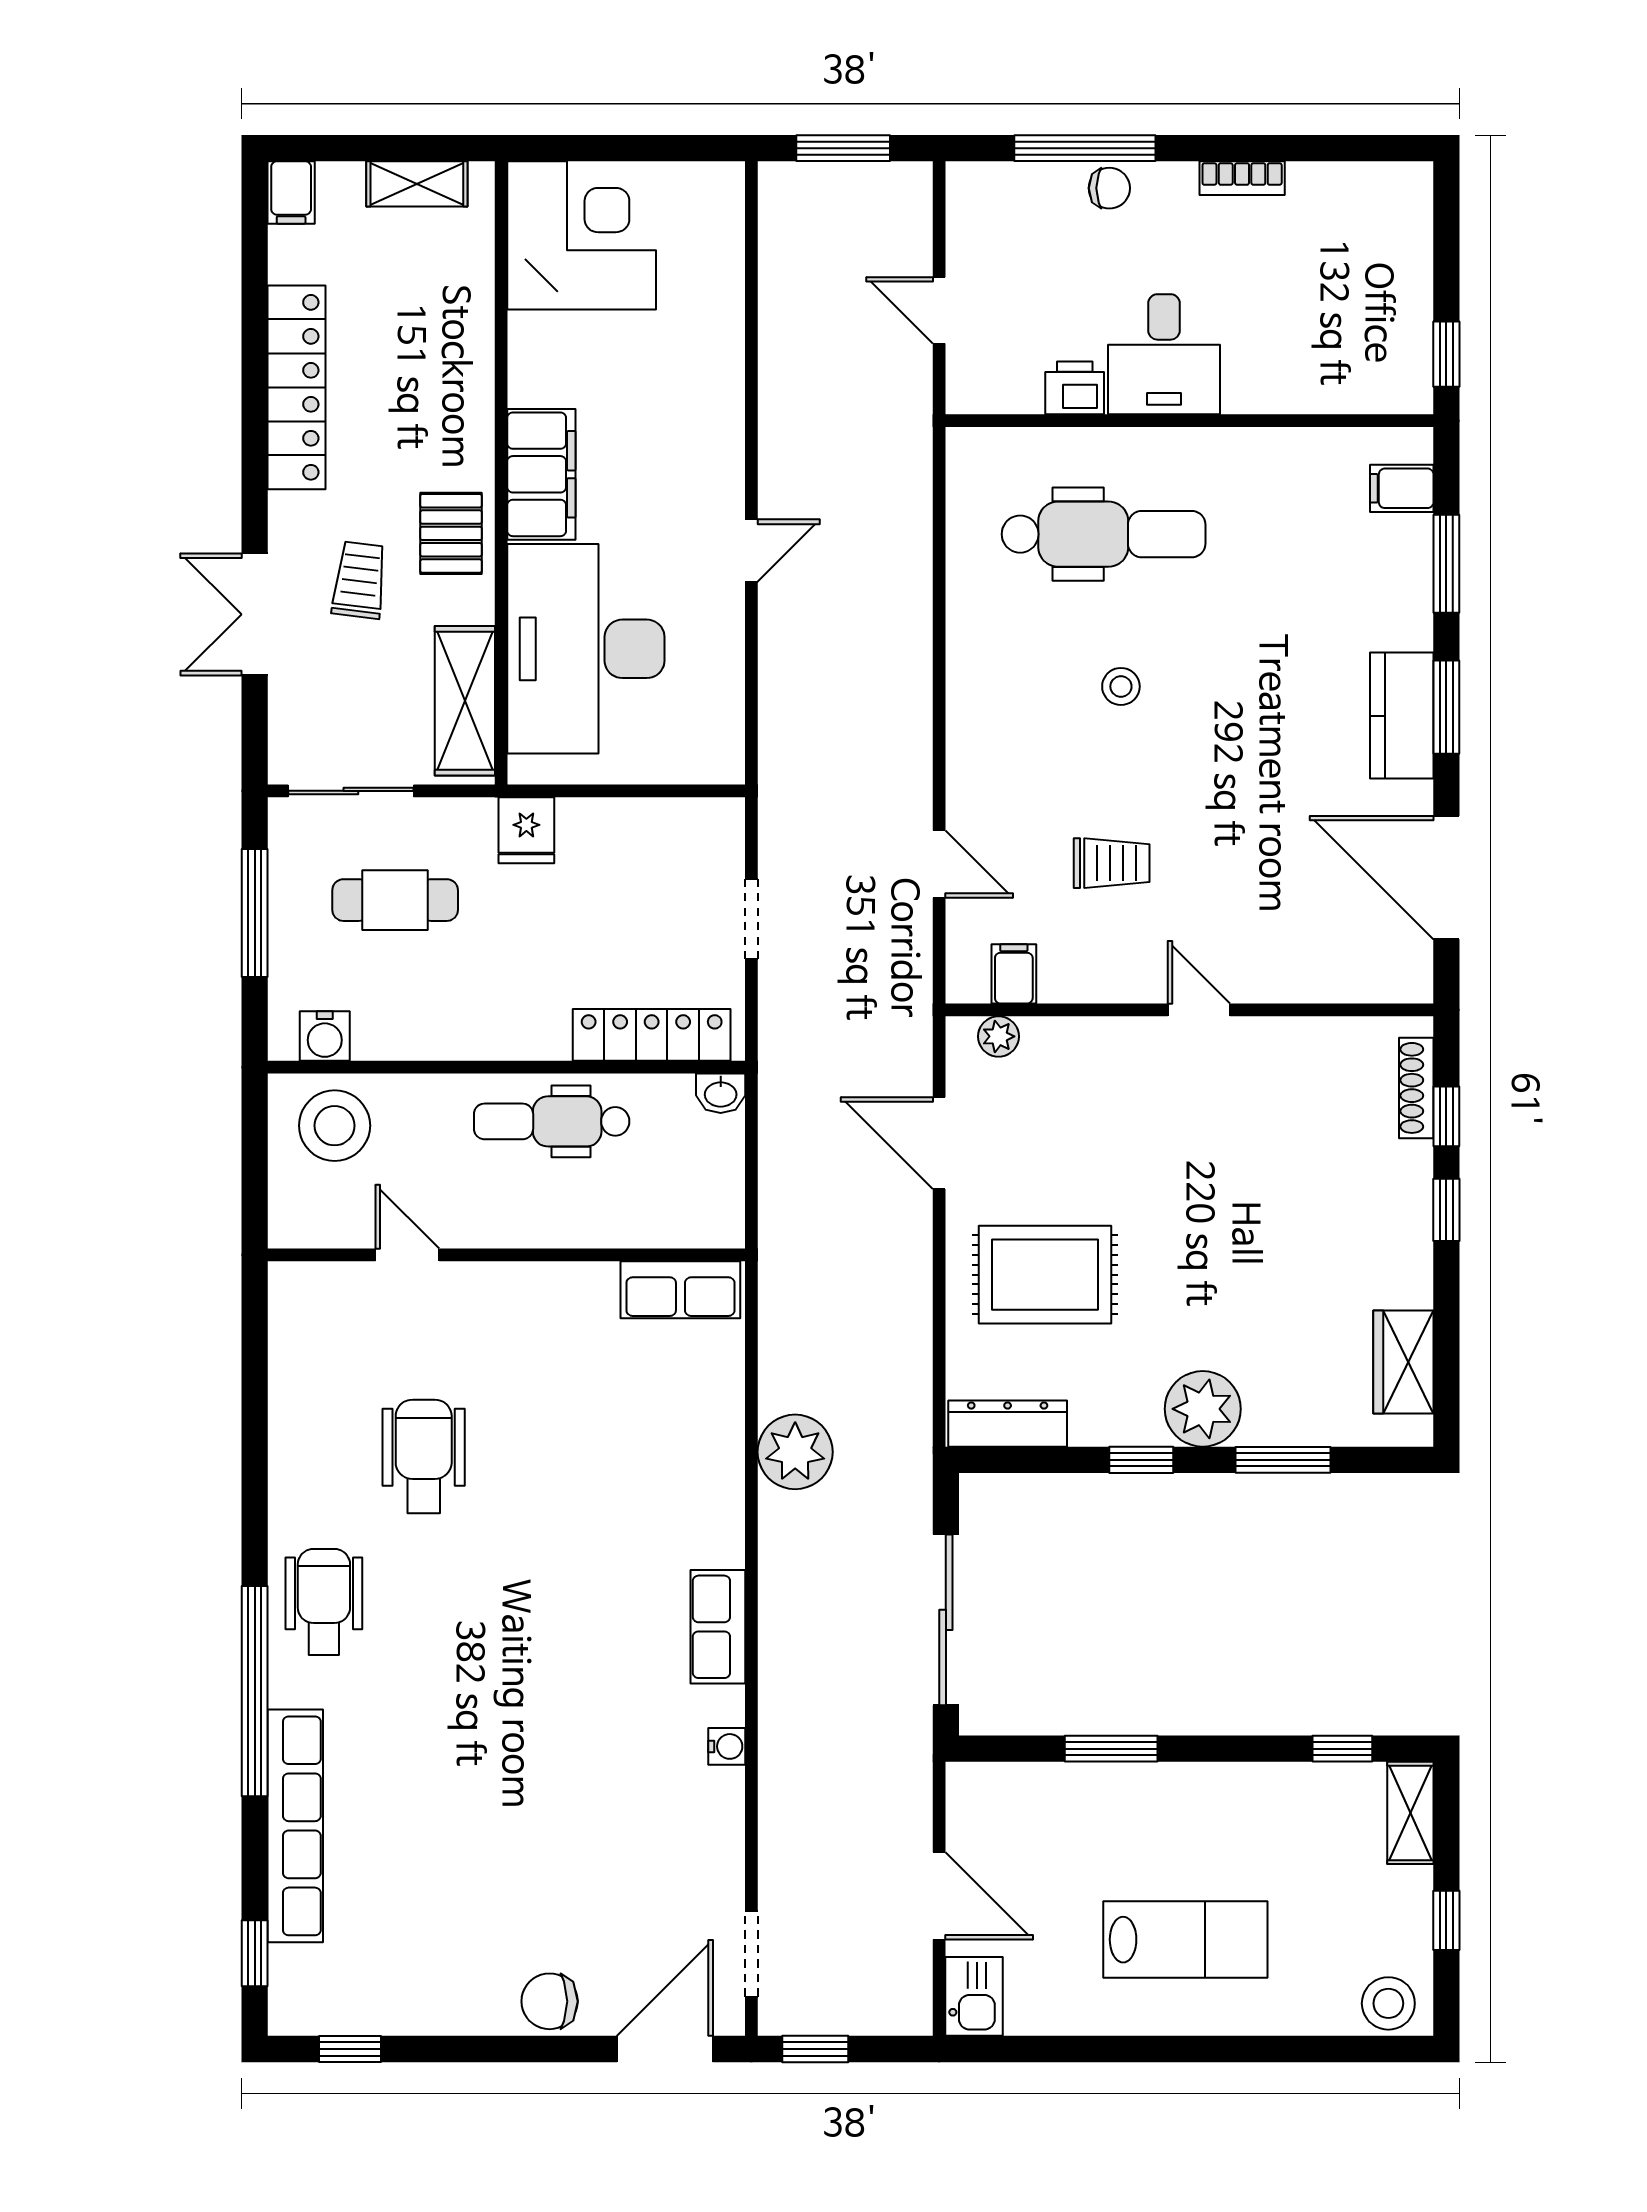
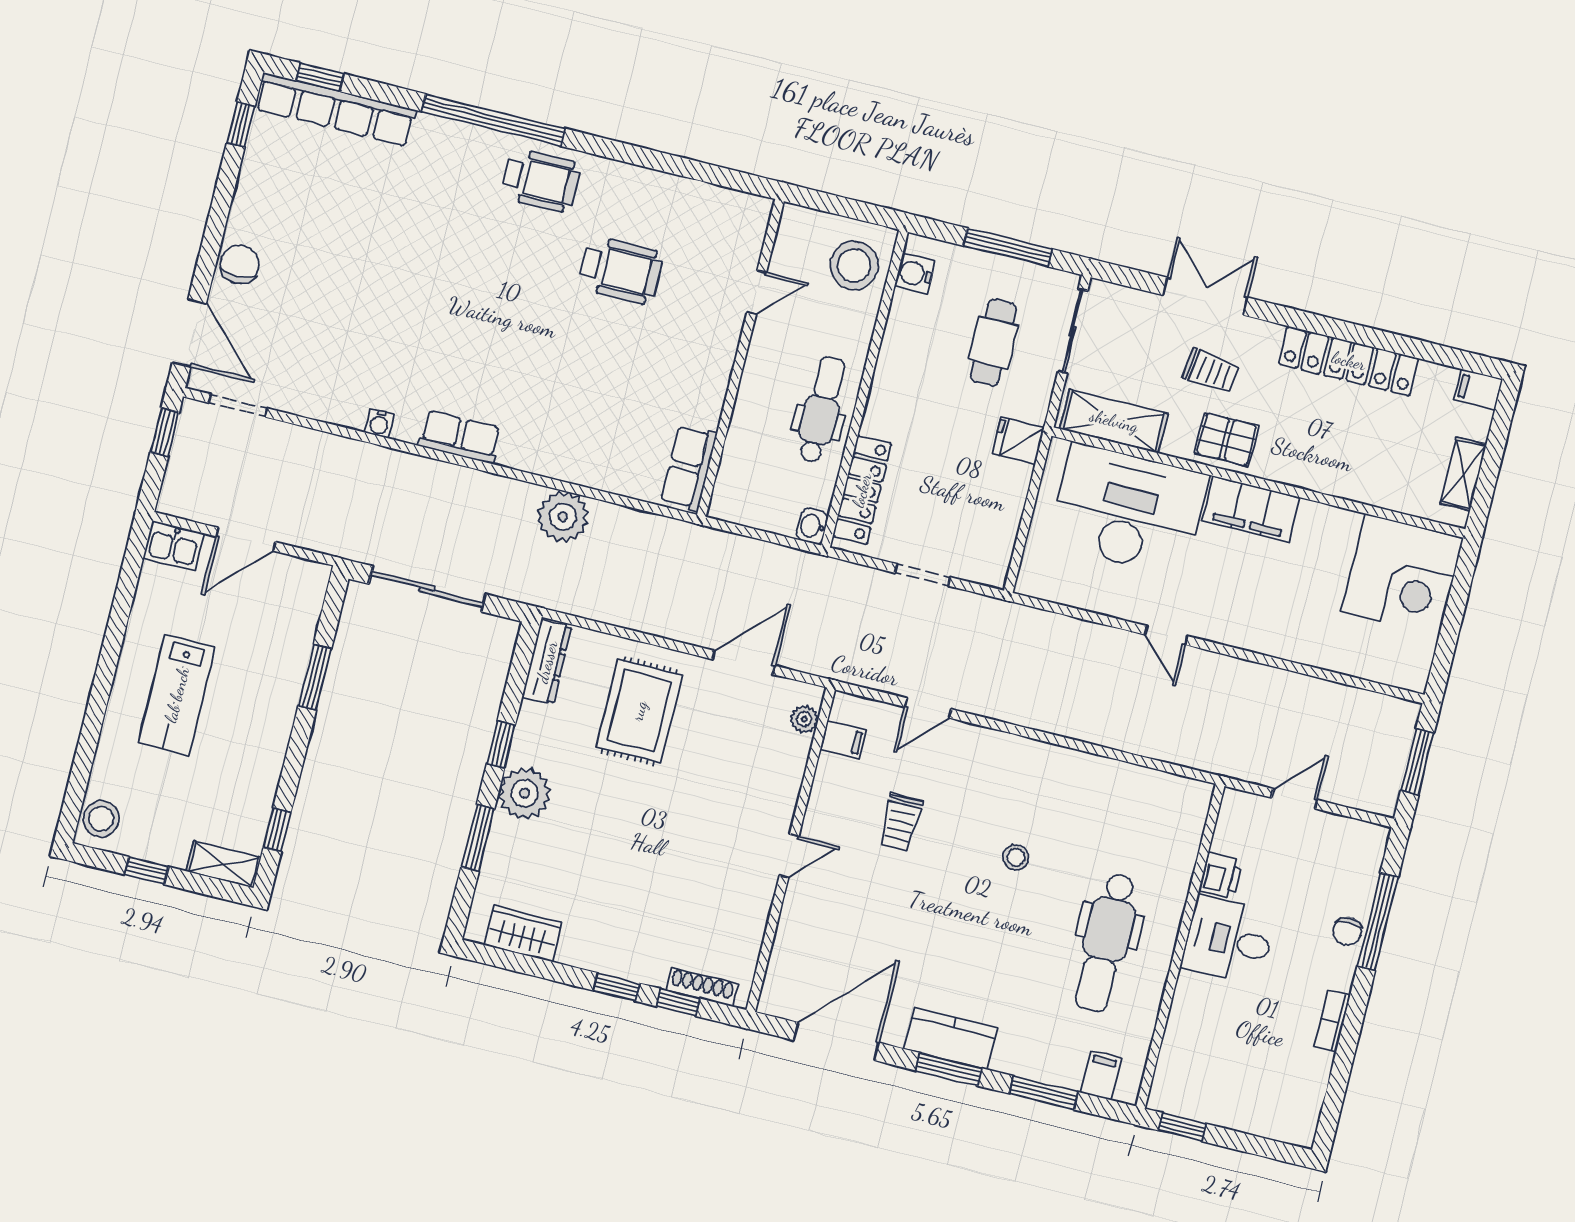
dental chair: (1104, 534) -> (1106, 943), moved
row of seats: (295, 1826) -> (336, 110), moved

